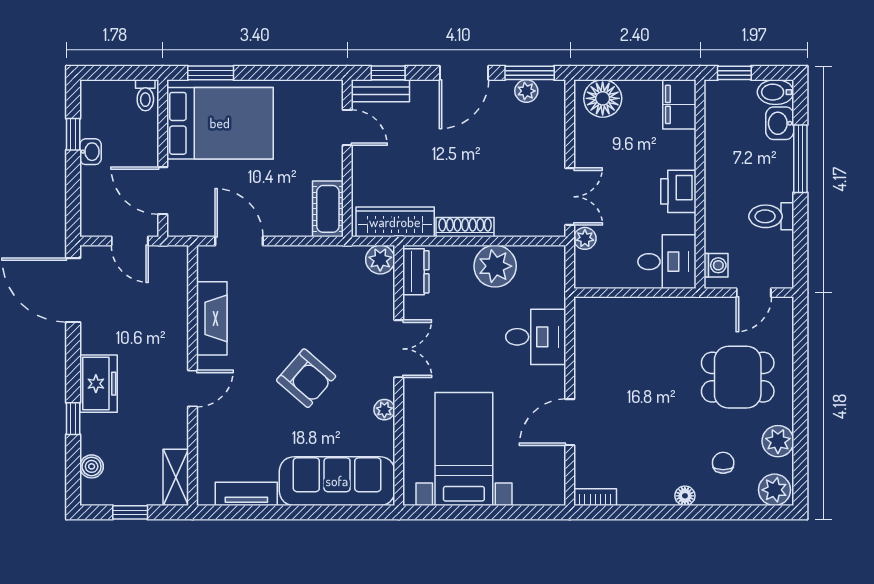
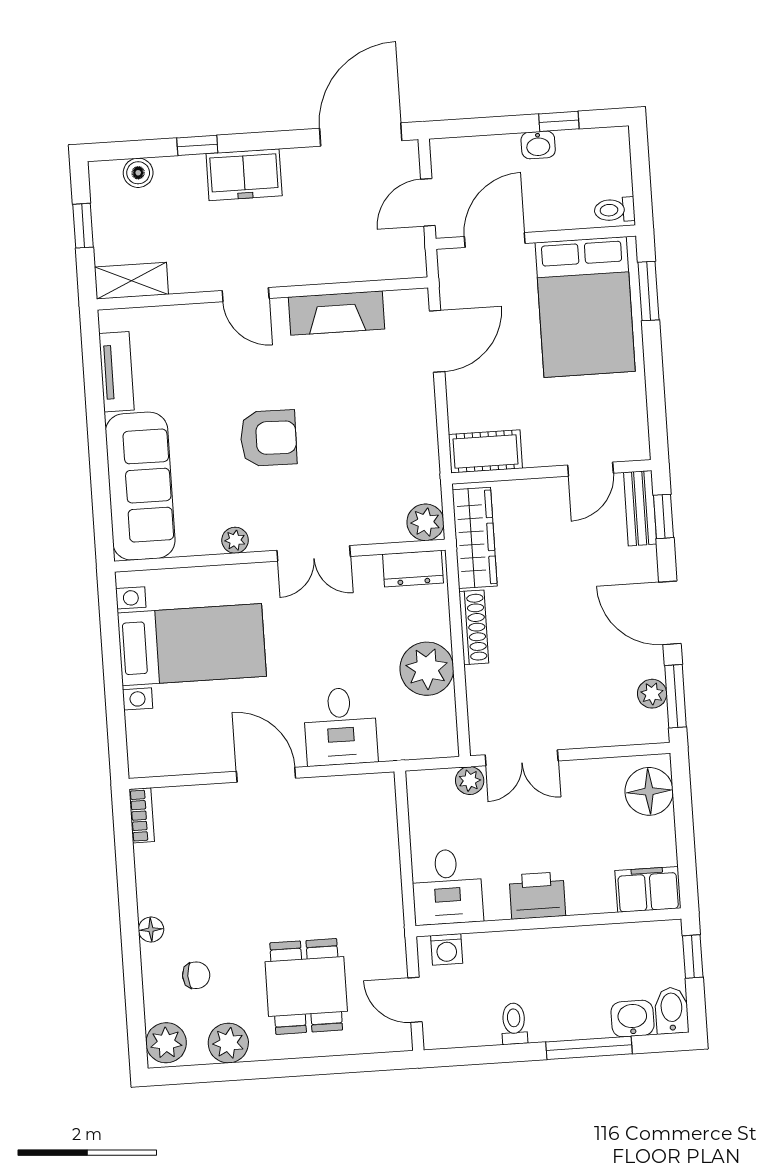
toilet: (771, 216) -> (514, 1024), width x0.73, depth x0.72
armchair: (306, 378) -> (268, 438), turned -130
door: (570, 422) -> (266, 775), moved

